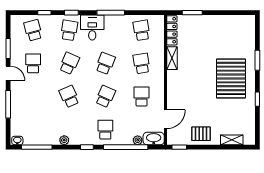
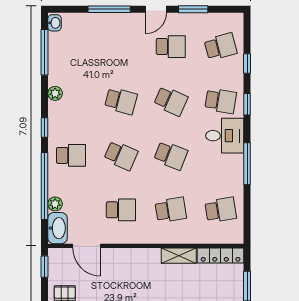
school desk: (69, 96) -> (121, 101), turned 39

